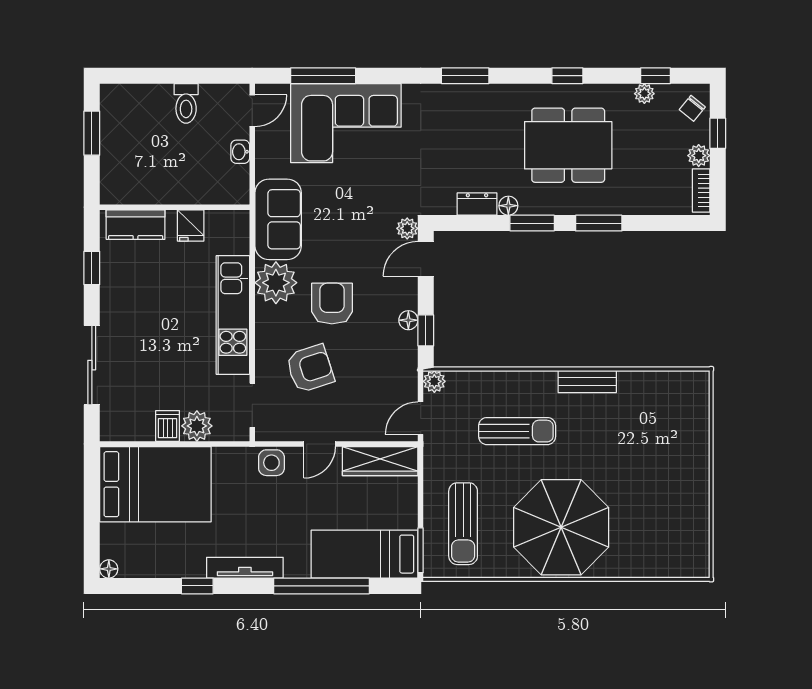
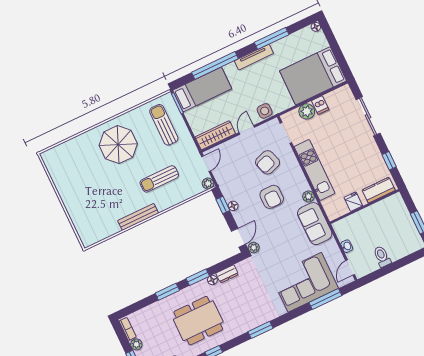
plant: (276, 283) -> (308, 196), width x0.53, depth x0.53
bench: (587, 381) -> (138, 217), width x1.36
parasol: (561, 527) -> (118, 145), width x0.73, depth x0.73
window: (197, 586) -> (272, 38), width x2.17

